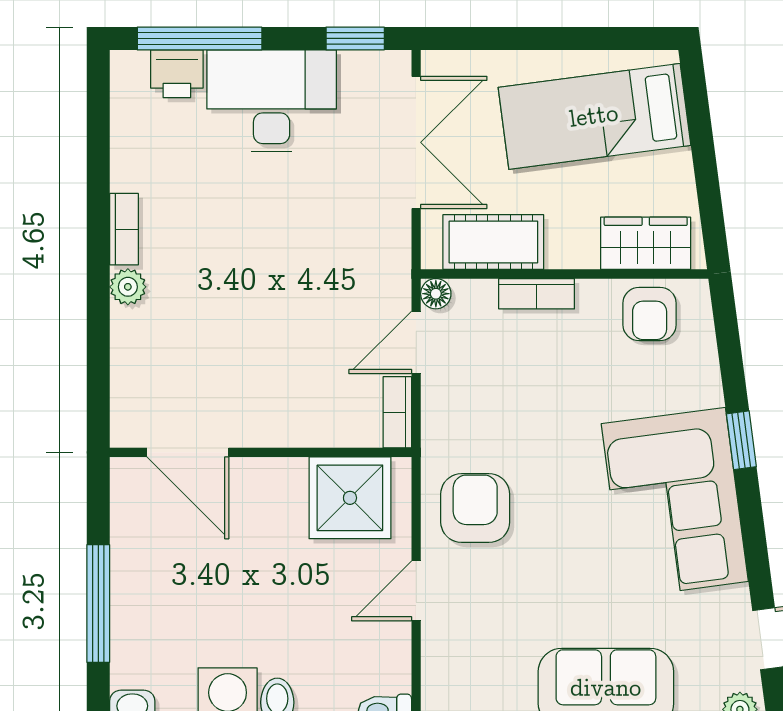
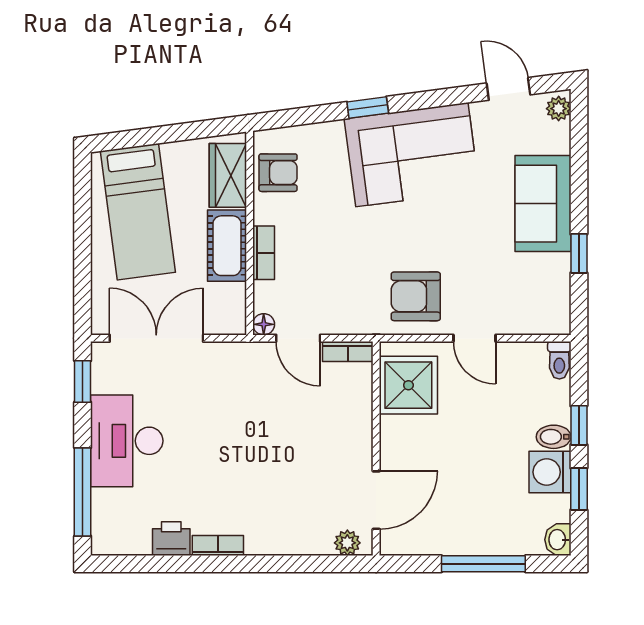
printer: (177, 74) -> (171, 539), moved, turned -90
cot: (493, 242) -> (227, 246), moved
plant: (128, 287) -> (347, 543), moved

